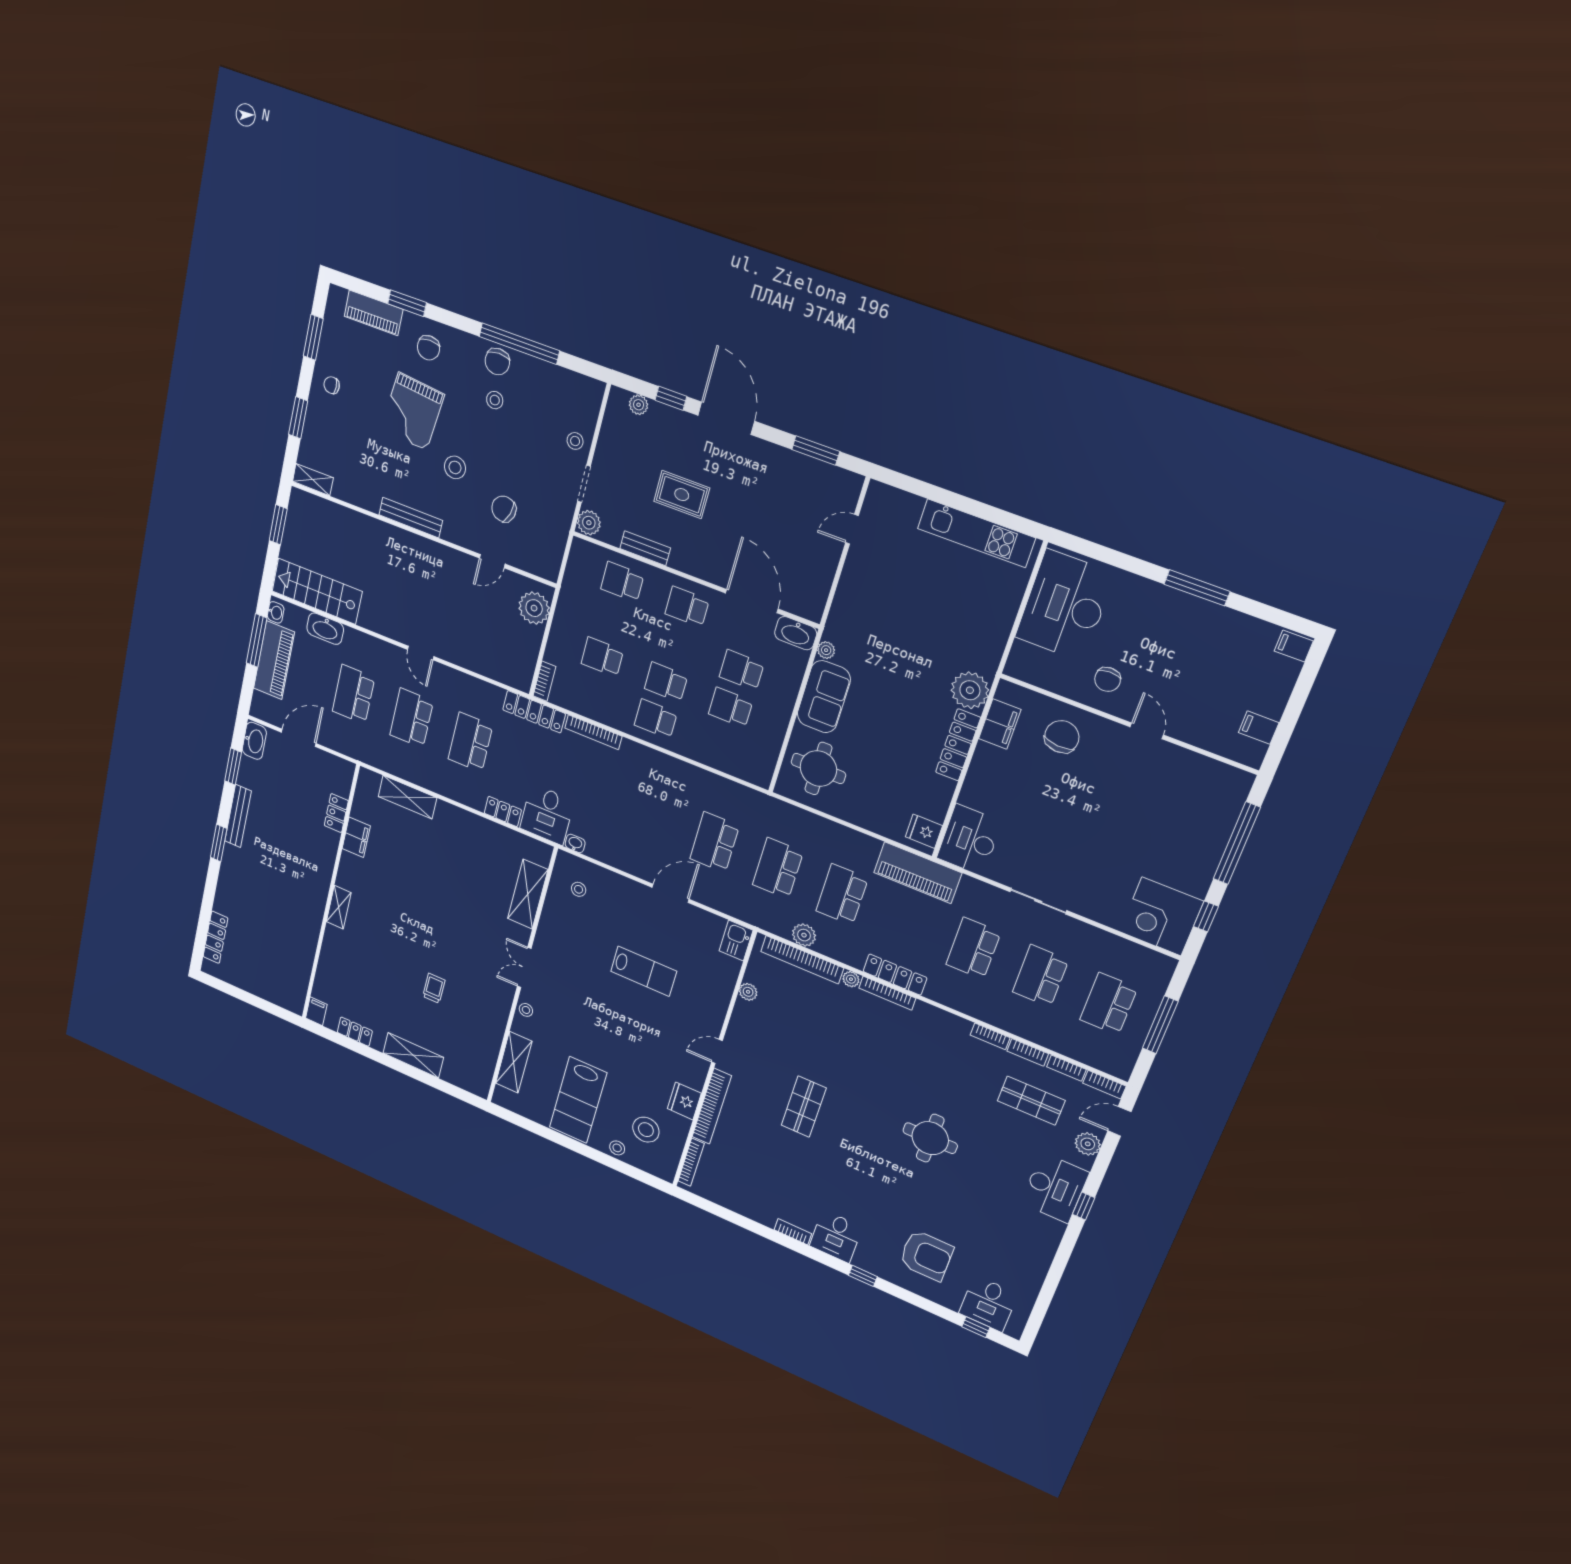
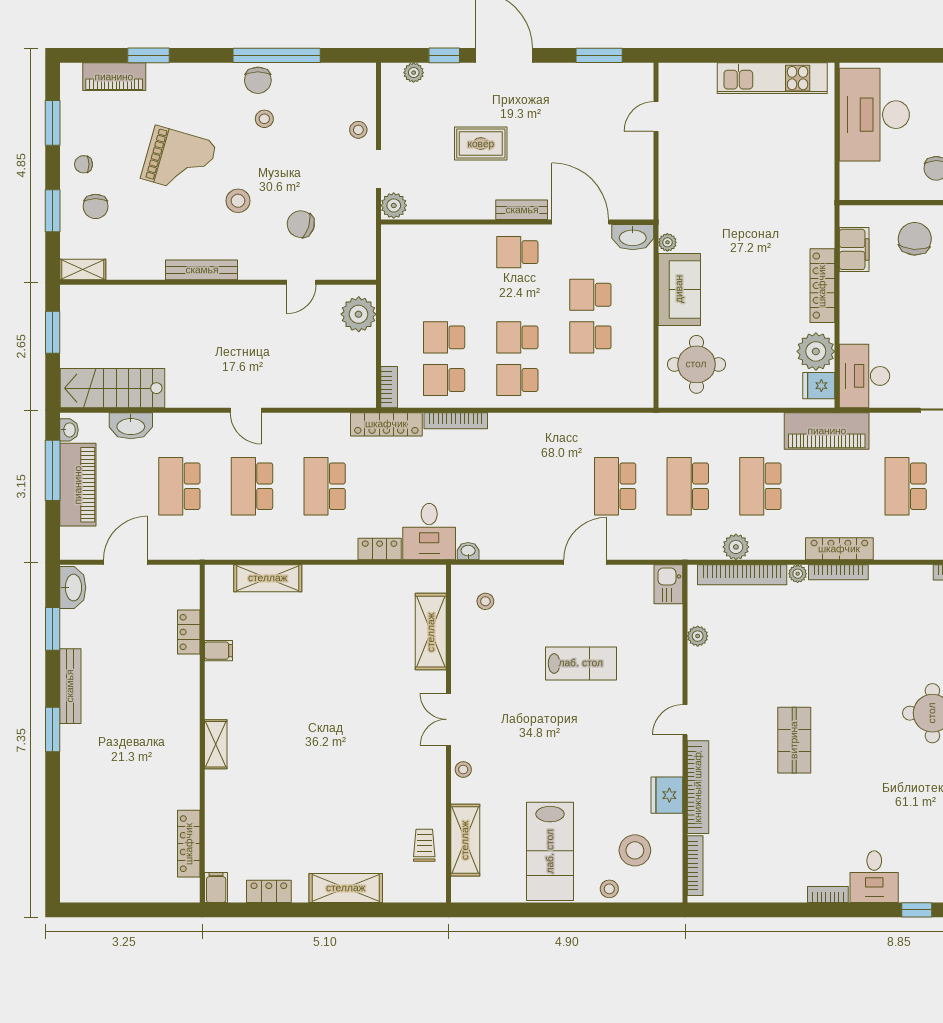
chair: (428, 348) -> (96, 206), moved
grand piano: (412, 412) -> (179, 160), turned -80
bench: (645, 548) -> (522, 210), moved
school desk: (622, 582) -> (444, 380), moved
plant: (970, 690) -> (816, 351), moved
filing cabinet: (356, 837) -> (218, 651), width x0.50
locker: (215, 937) -> (189, 844), moved, turned 180
trolley: (434, 988) -> (424, 845), moved

